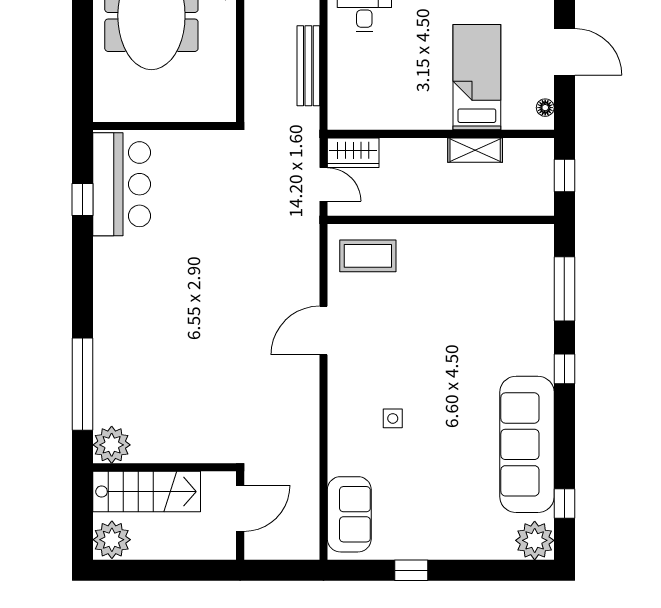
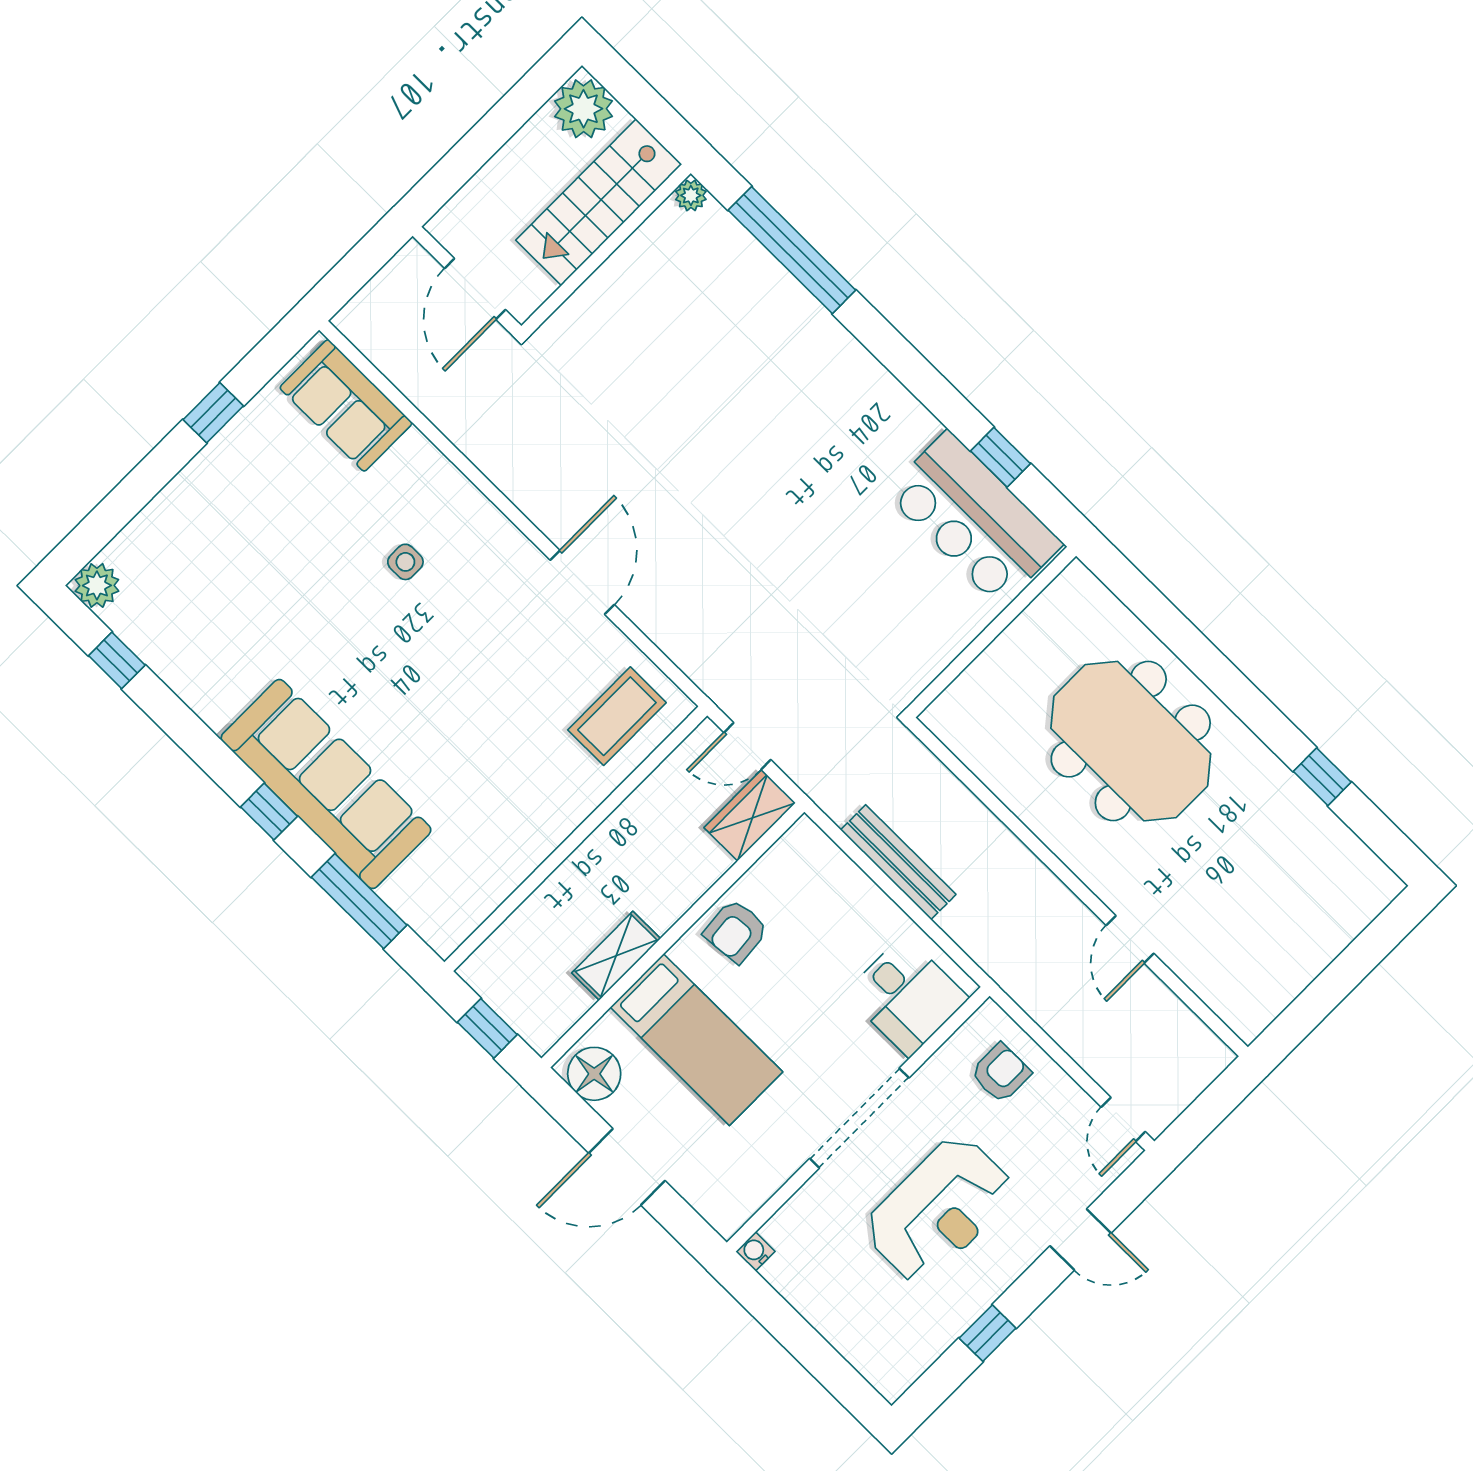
armchair: (411, 108) -> (736, 931), added
floor lamp: (545, 108) -> (594, 1074), width x1.89, depth x1.89
sofa: (527, 444) -> (326, 784), moved
plant: (112, 445) -> (691, 195), width x0.53, depth x0.53
plant: (535, 540) -> (97, 585), width x0.73, depth x0.73

